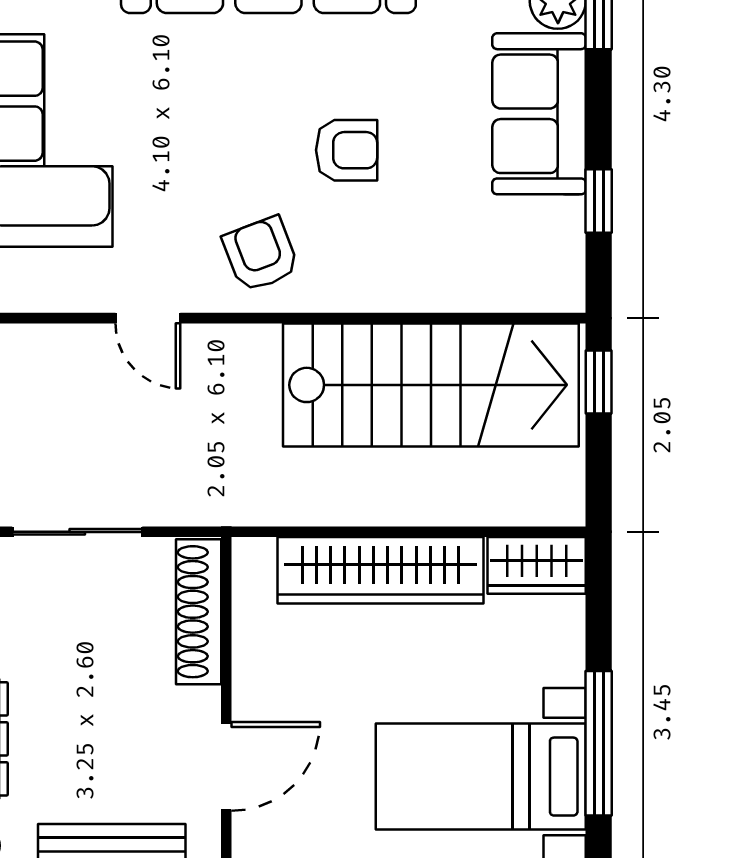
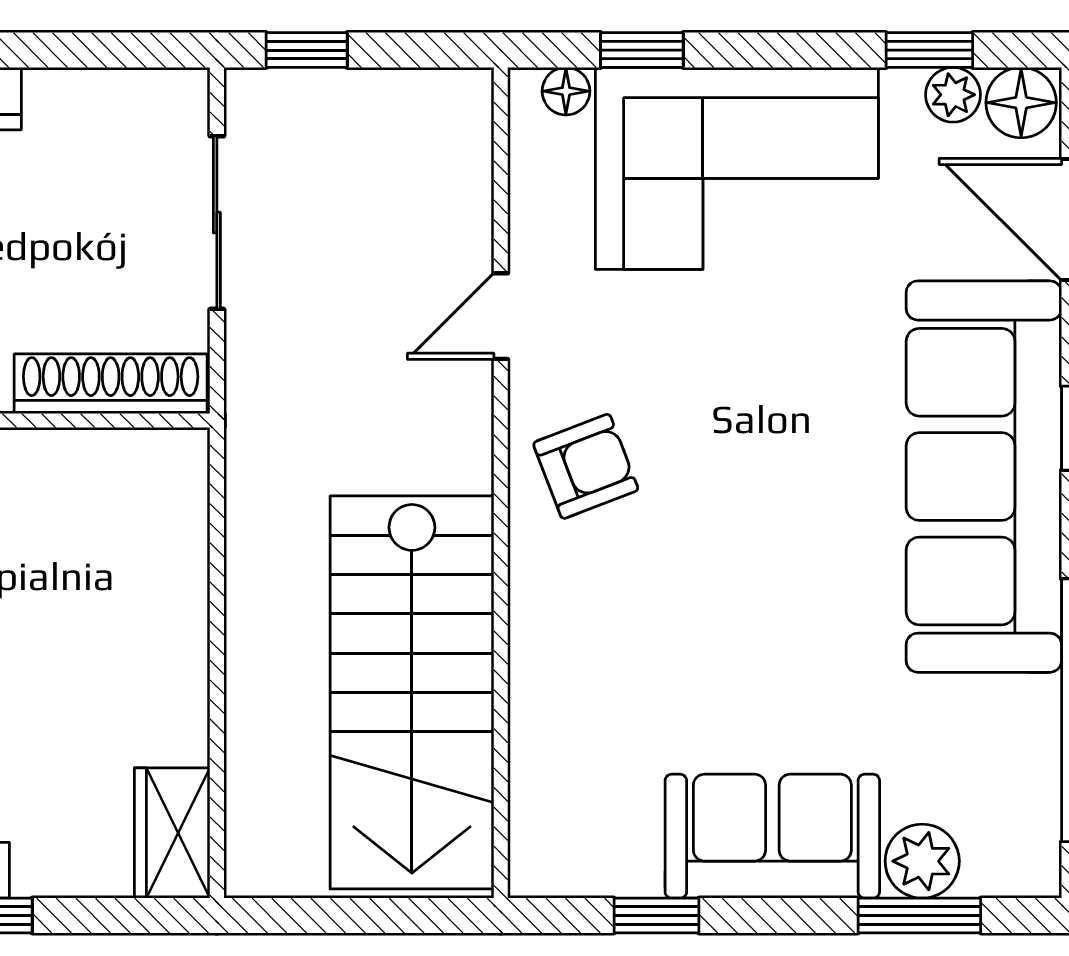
armchair: (347, 150) -> (724, 581), removed
window: (599, 382) -> (416, 916), removed
wardrobe: (380, 570) -> (166, 625), removed

